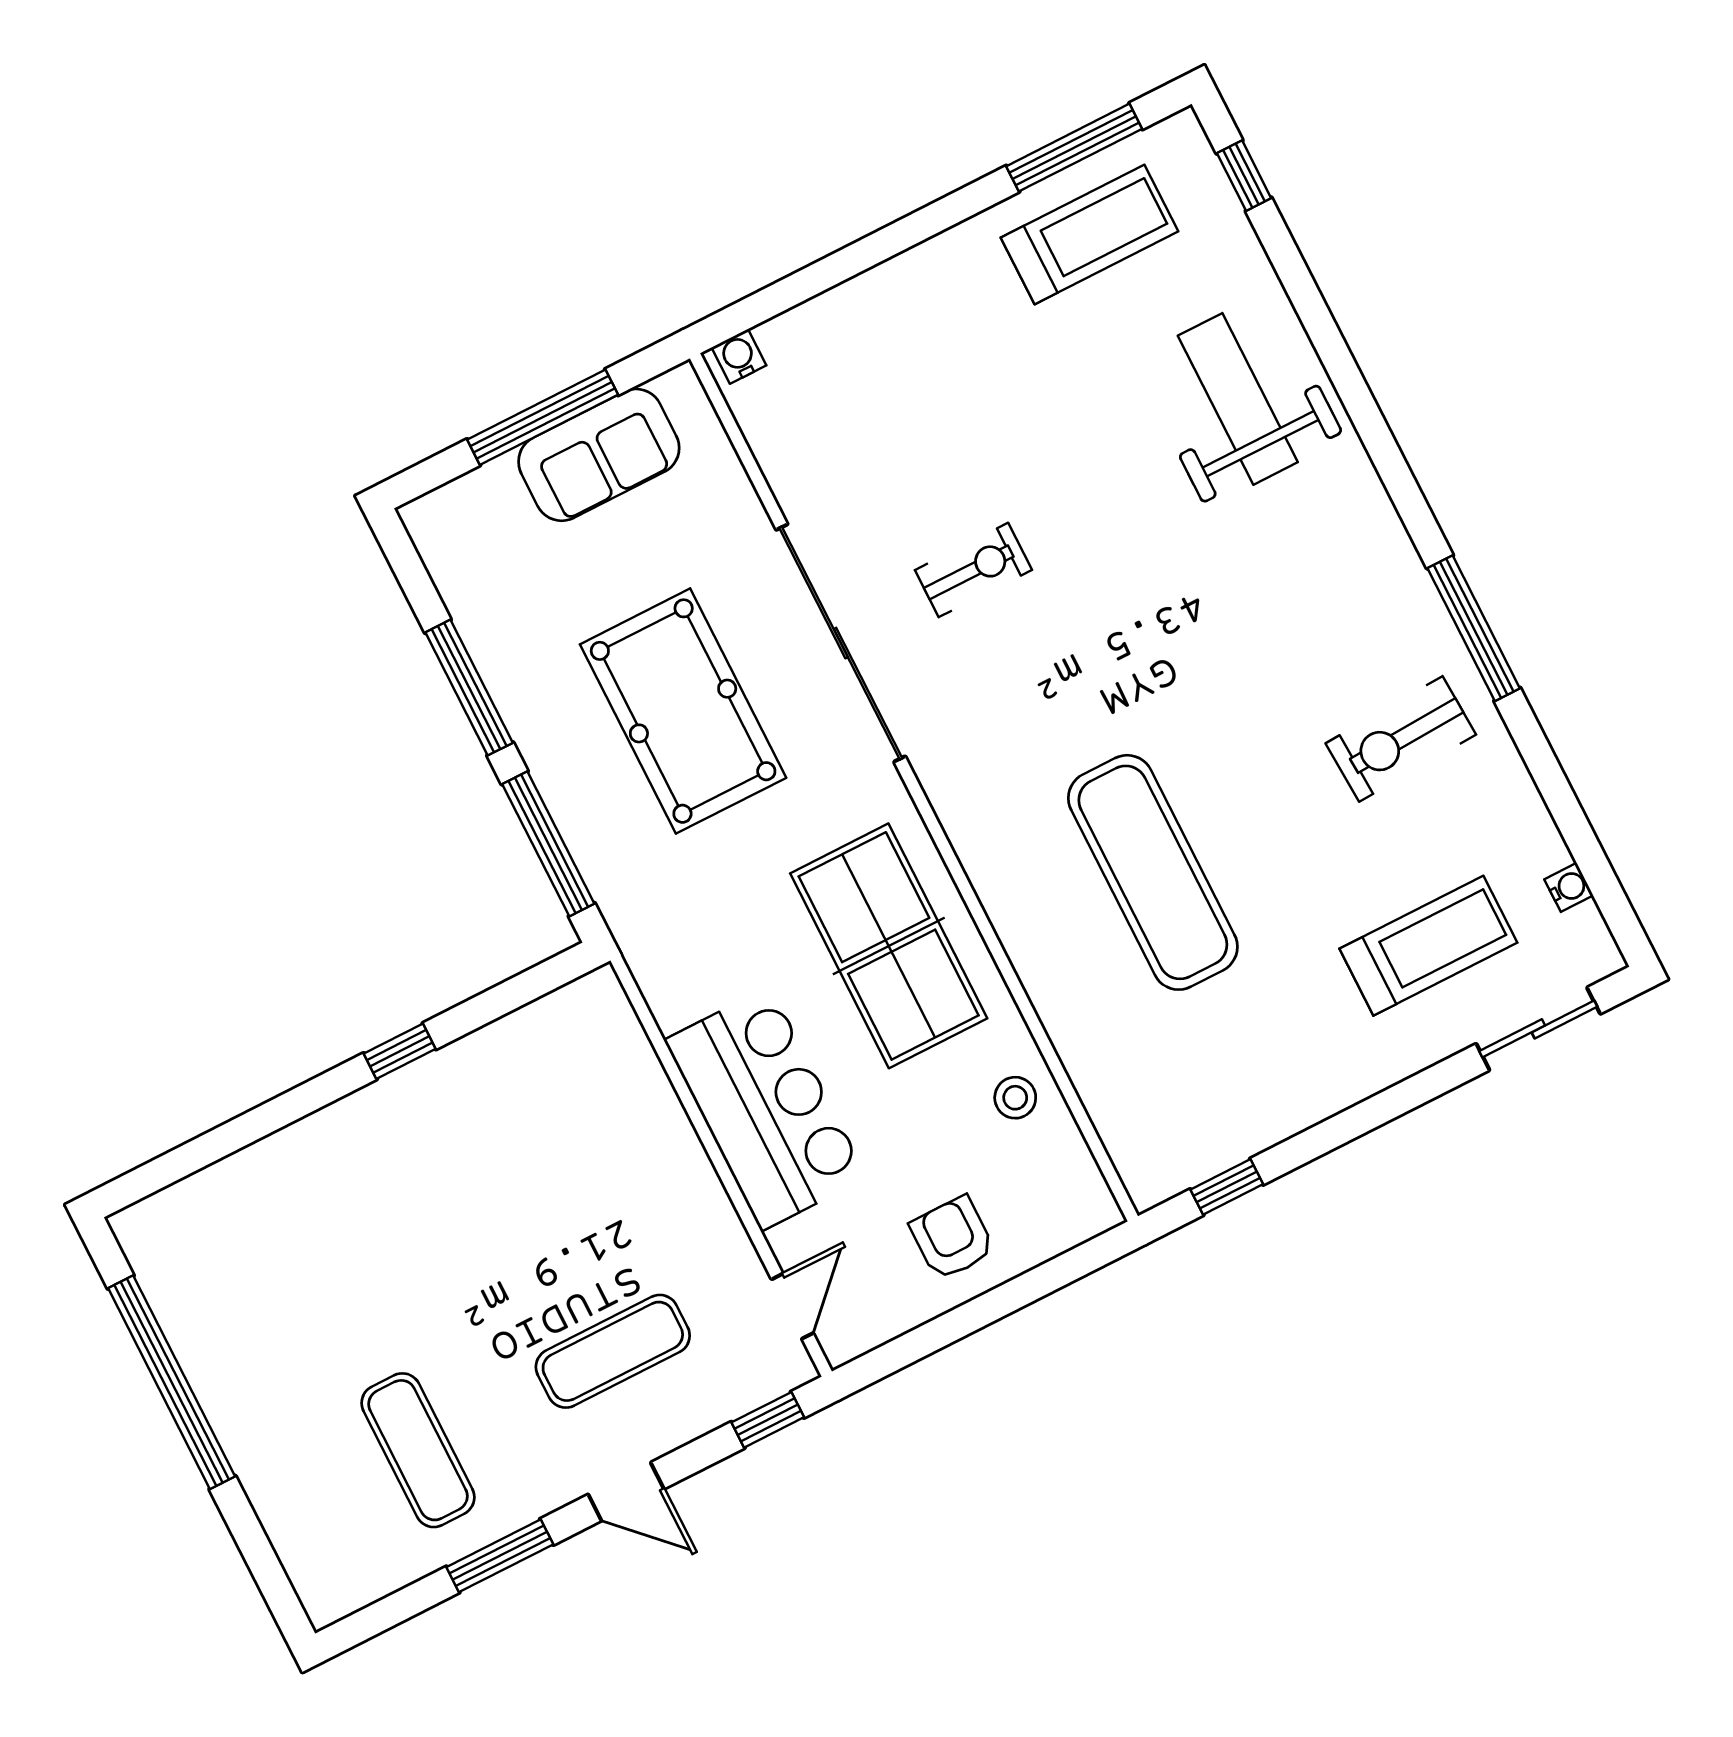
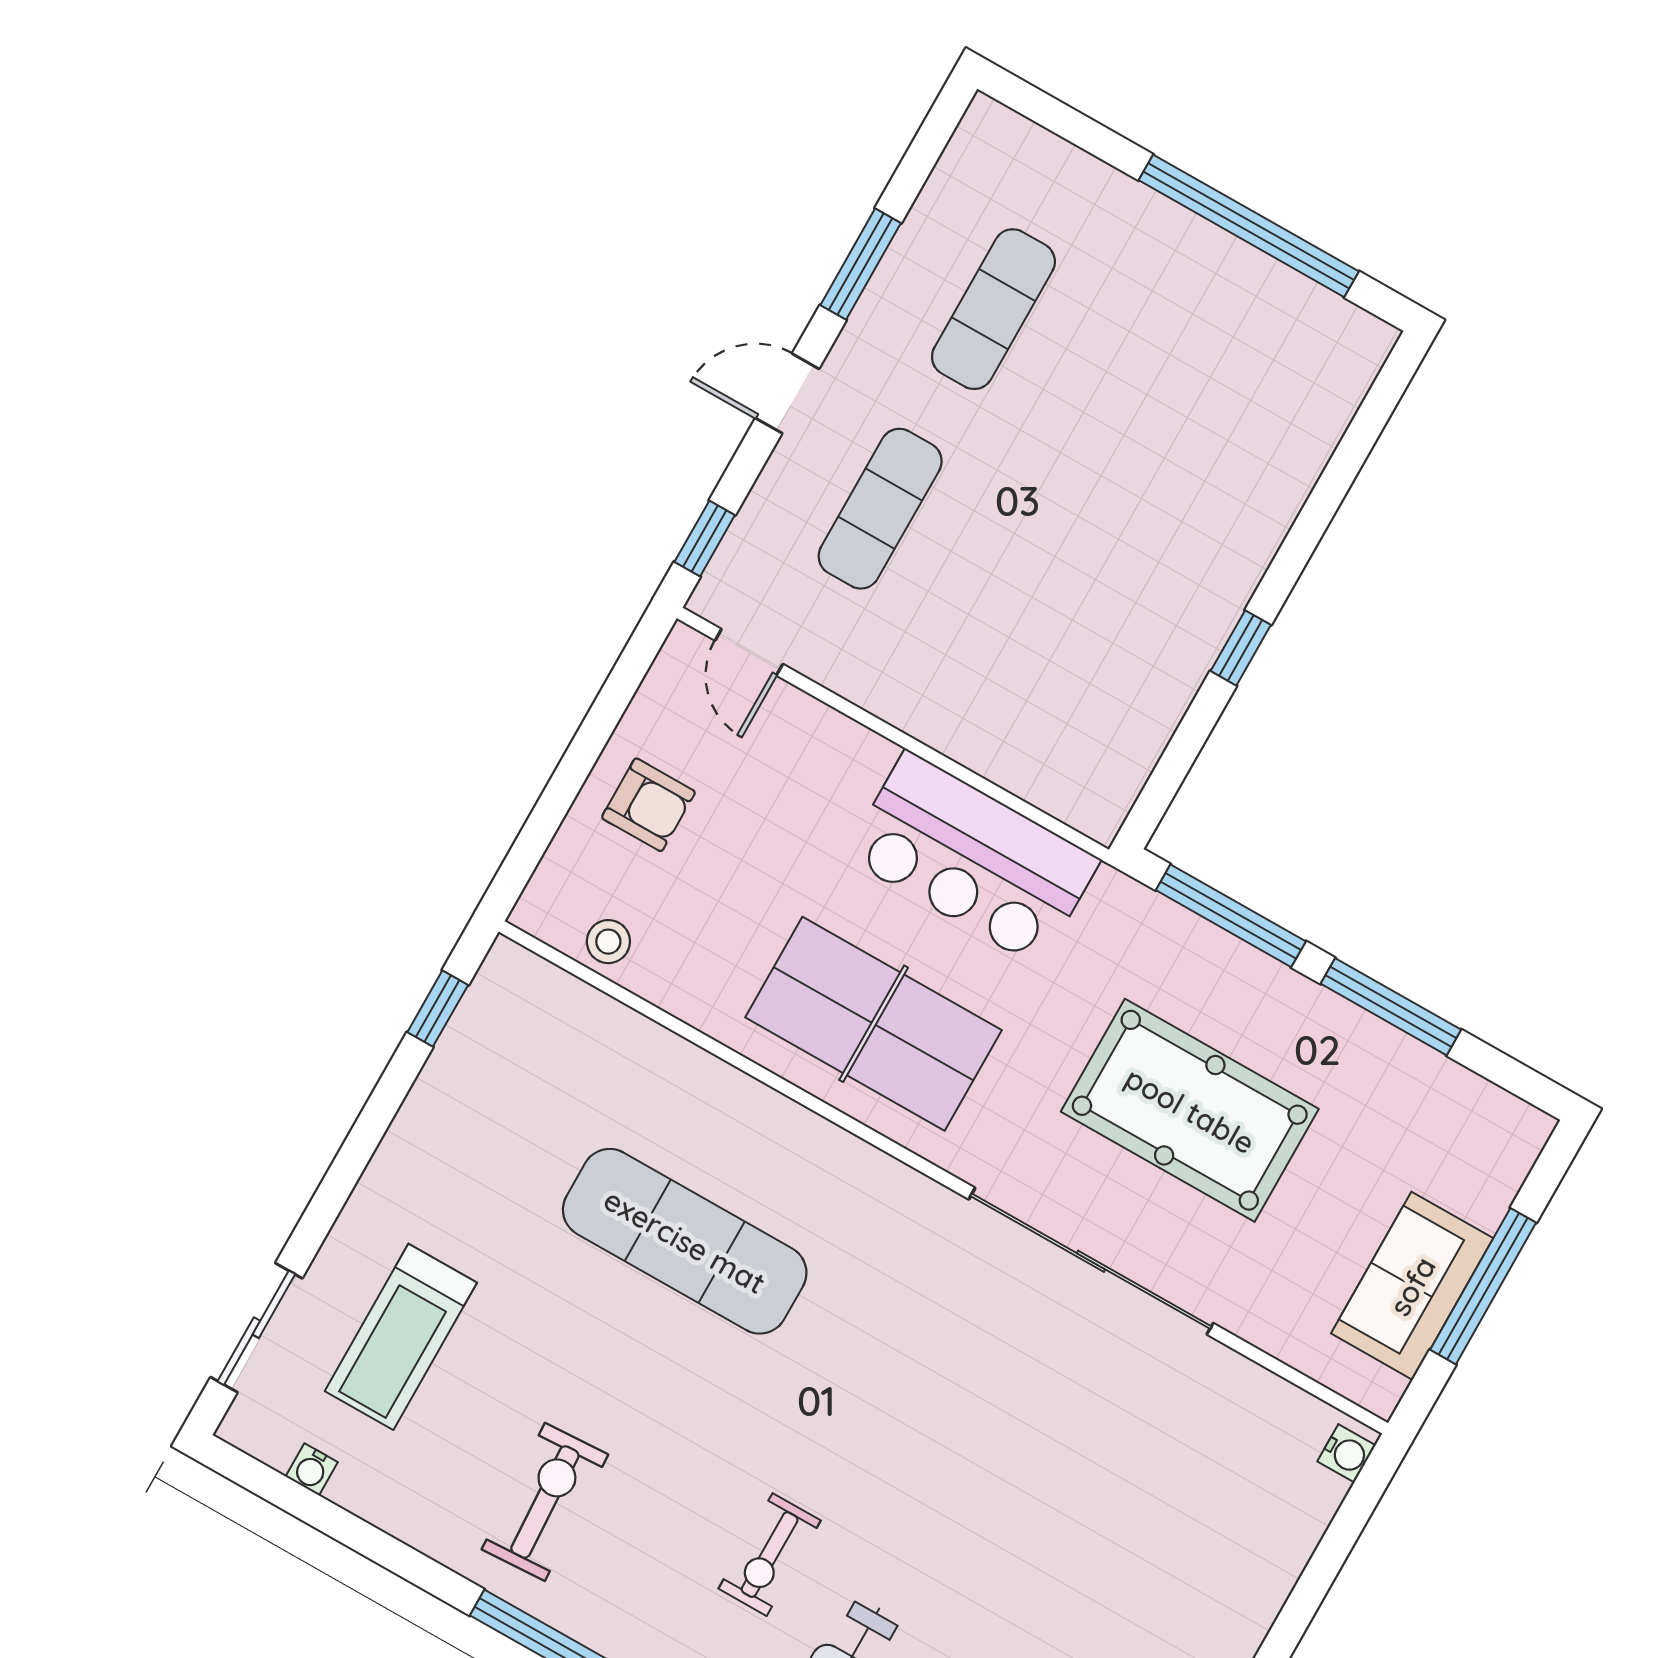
exercise bike: (973, 570) -> (770, 1555), moved
stool: (1015, 1098) -> (608, 942), moved
bar counter: (766, 1109) -> (973, 858), moved
exercise mat: (418, 1450) -> (993, 309), turned 90

